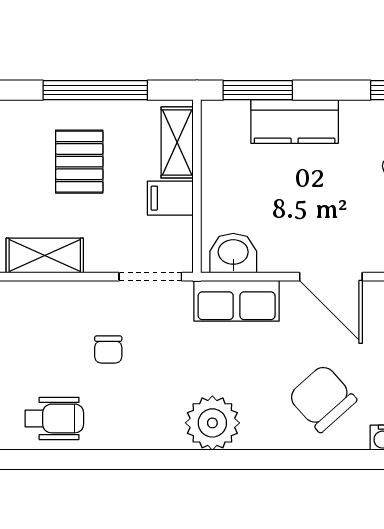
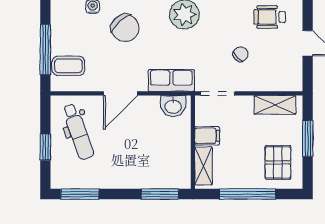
kitchen counter: (295, 121) -> (140, 177), removed
pallet: (79, 162) -> (278, 162), moved
door: (331, 277) -> (120, 93), swing flipped
chair: (108, 350) -> (241, 54), turned 47

